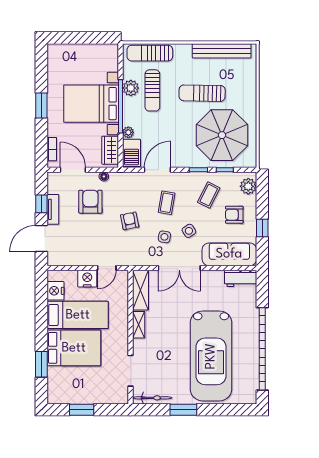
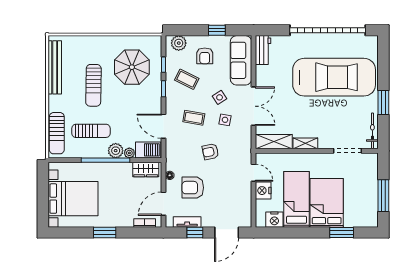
plant: (131, 88) -> (116, 151), moved
bed with nightstands: (91, 104) -> (73, 199), moved, turned -90
parasol: (222, 135) -> (132, 67), width x0.73, depth x0.73
tv unit: (53, 209) -> (187, 222), moved
door: (41, 239) -> (227, 232), hinge flipped
window: (82, 410) -> (383, 196), width x1.44

